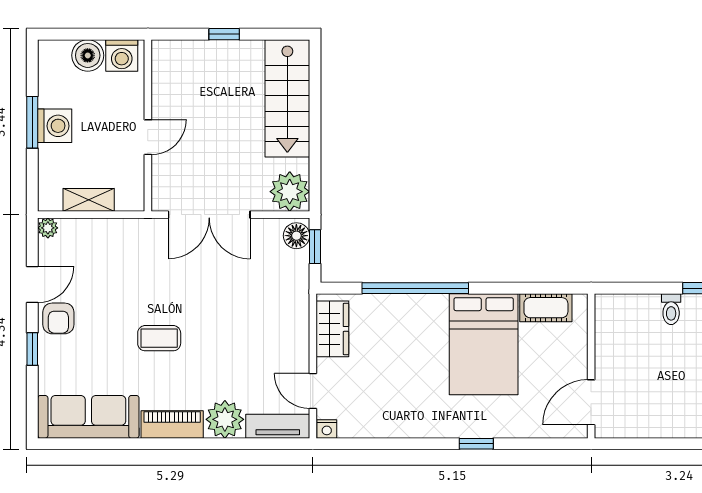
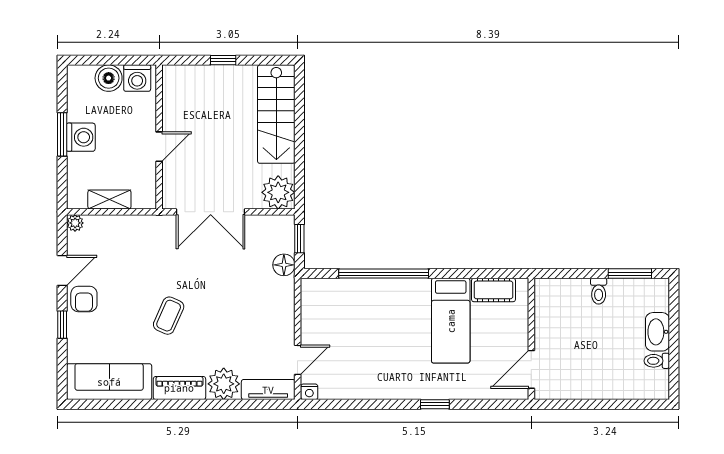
floor lamp: (296, 236) -> (284, 265), moved
wardrobe: (332, 329) -> (314, 308), removed
coffee table: (159, 338) -> (169, 316), turned -66
bed: (484, 344) -> (451, 321), width x0.67
door: (313, 391) -> (298, 360), swing flipped

